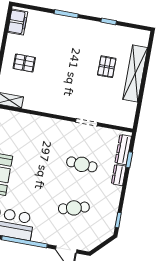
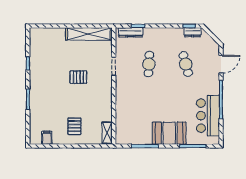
filing cabinet: (18, 22) -> (47, 138), width x0.50
pallet: (107, 67) -> (78, 77), moved
shelving: (135, 74) -> (89, 34), moved
dresser: (119, 175) -> (193, 32), moved

